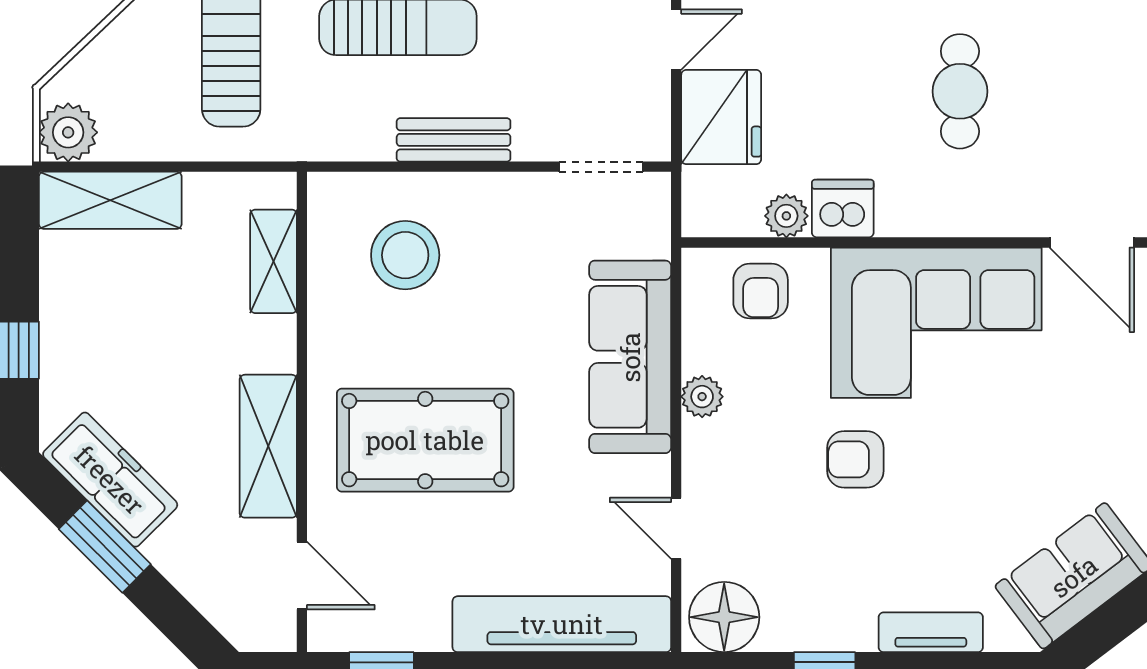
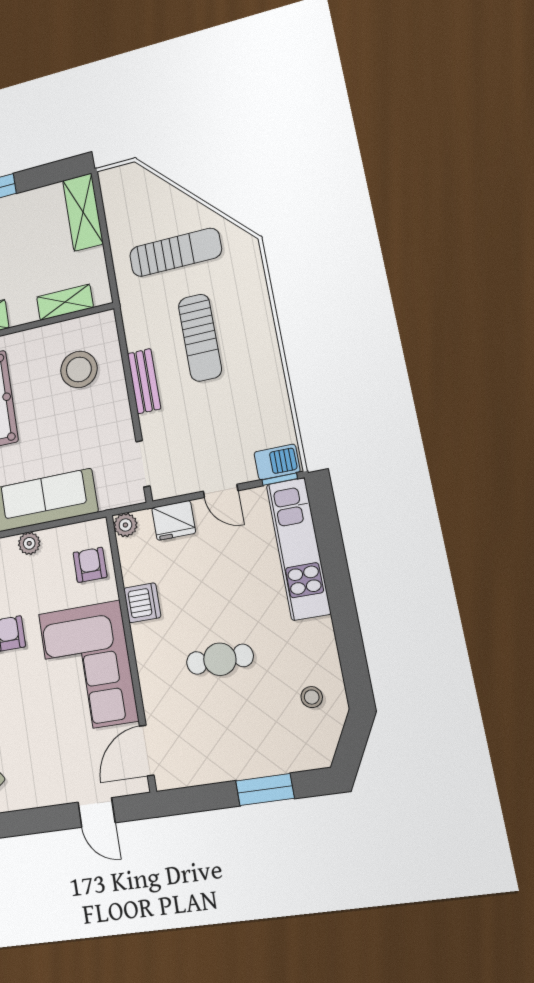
fridge: (721, 117) -> (174, 520), width x0.73, depth x0.75
plant: (68, 132) -> (114, 182), removed
plant: (786, 216) -> (125, 525), moved
armchair: (761, 291) -> (90, 565), turned 90

